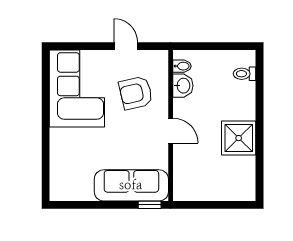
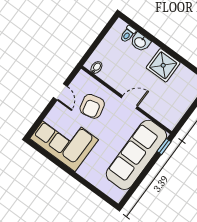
door: (126, 46) -> (60, 92), swing flipped
washbasin: (183, 86) -> (140, 42), moved, turned 180
sofa: (131, 185) -> (136, 155), width x1.36, depth x1.27

